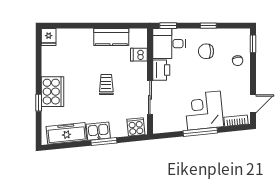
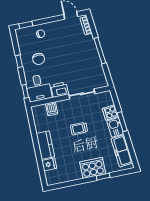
fridge: (49, 37) -> (49, 164), moved
kitchen counter: (111, 37) -> (45, 145), moved
corner desk: (204, 111) -> (83, 51), removed
cooker: (136, 127) -> (110, 112), moved

